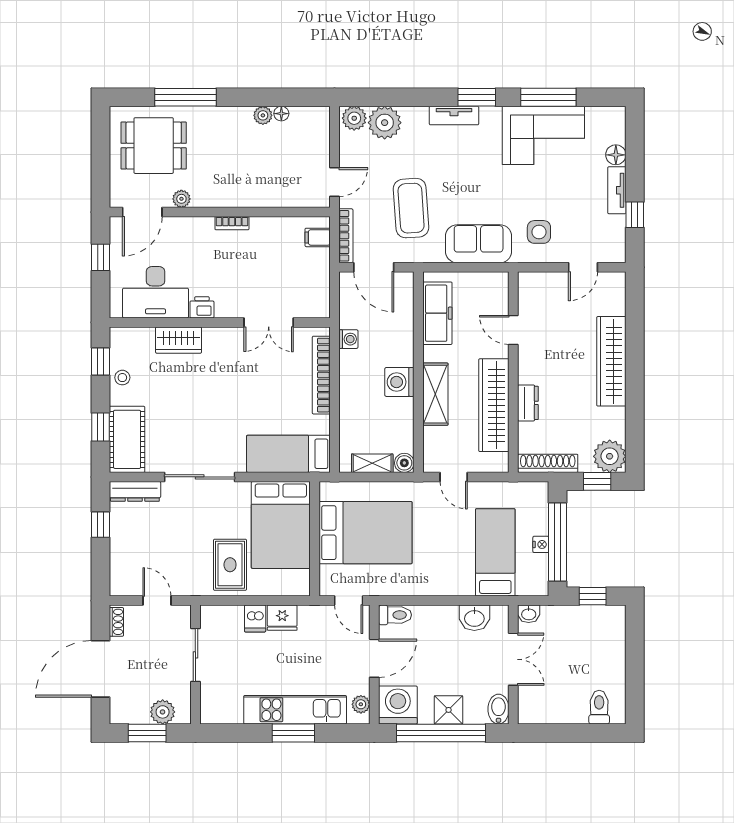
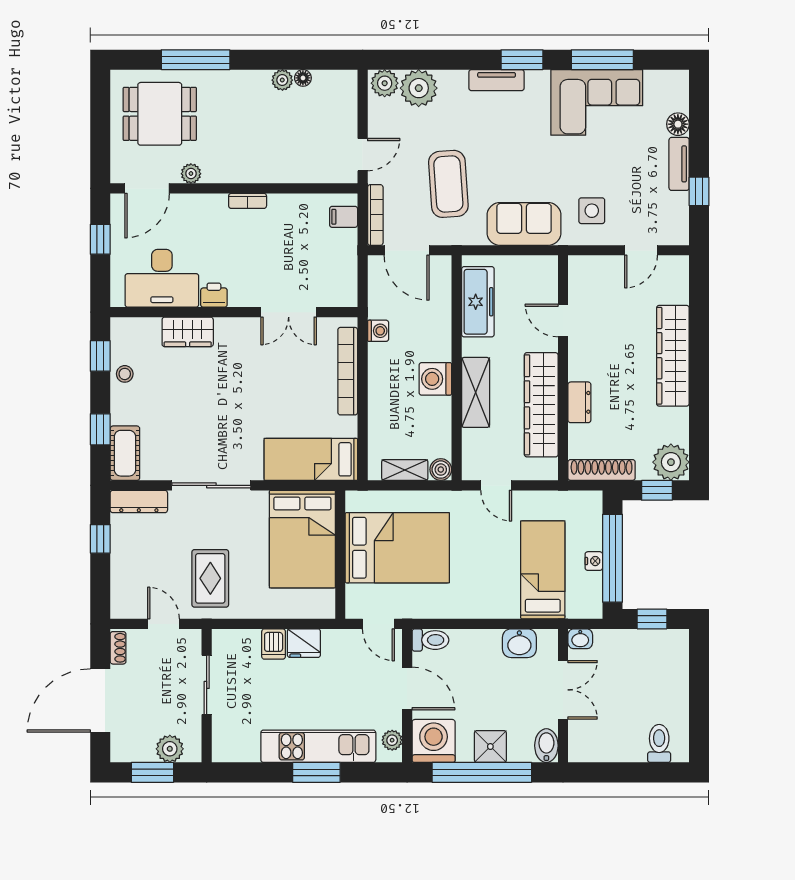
cot: (127, 439) -> (125, 453), width x0.73, depth x0.75
rug: (230, 565) -> (210, 578), moved
door: (374, 658) -> (407, 689), hinge flipped

